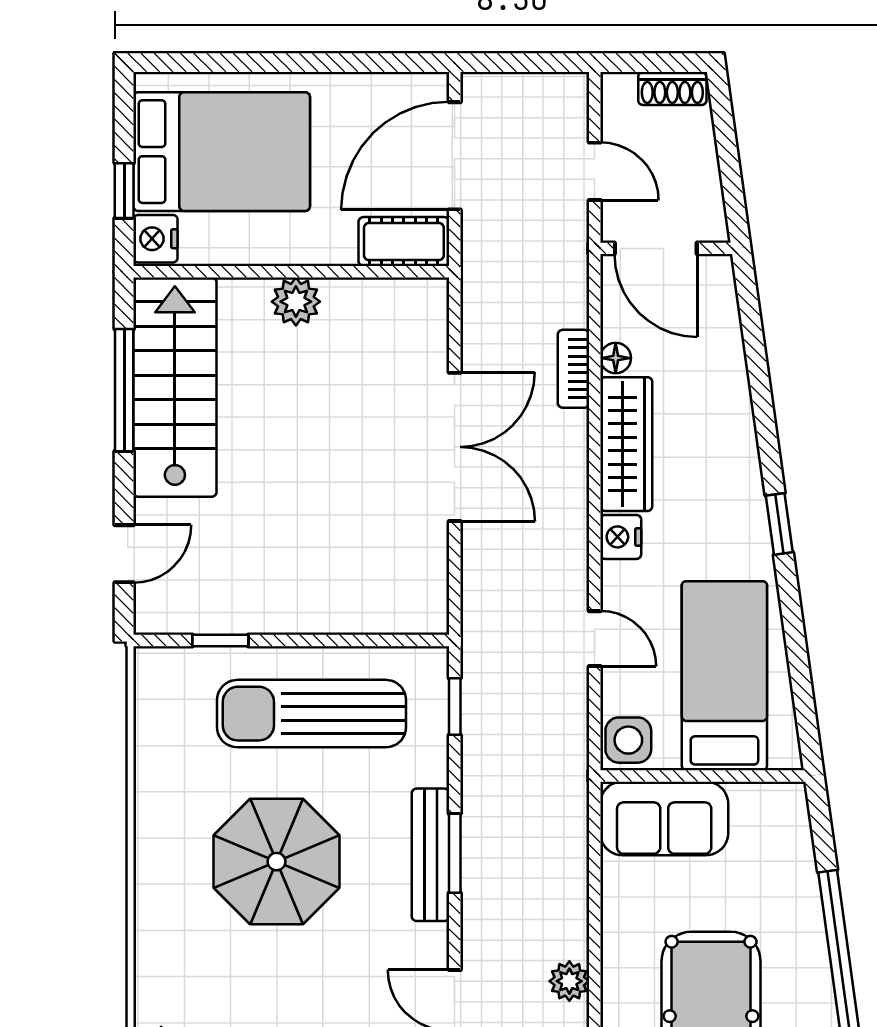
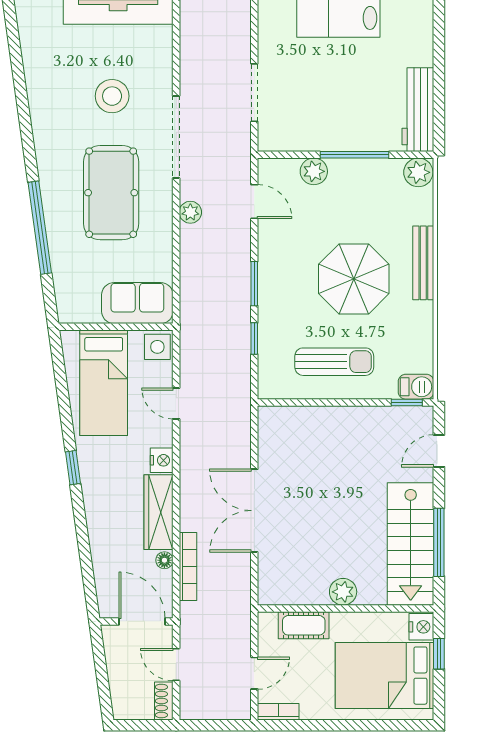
bookcase: (412, 87) -> (278, 712), added
shoe rack: (672, 88) -> (164, 701), moved, turned -90
door: (455, 156) -> (254, 673), width x0.53
cot: (404, 242) -> (304, 625), moved
bookcase: (574, 369) -> (188, 566), width x1.56
window: (220, 641) -> (407, 402), moved
barbecue: (165, 669) -> (416, 387), added
window: (455, 707) -> (254, 339), moved
sun lounger: (312, 714) -> (334, 362), width x0.73, depth x0.75
bench: (430, 855) -> (423, 263), moved

